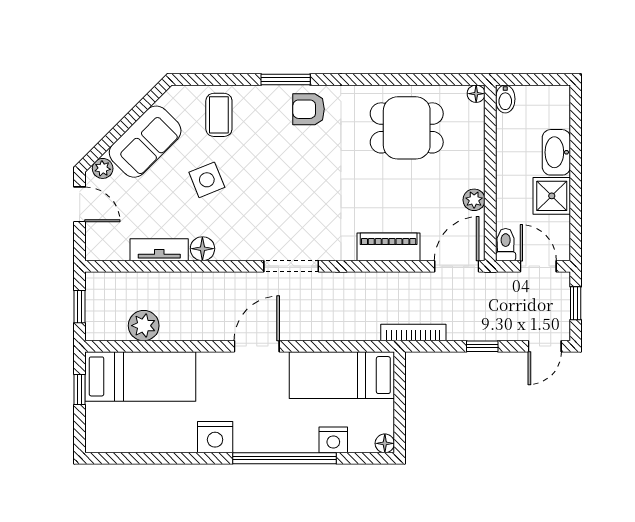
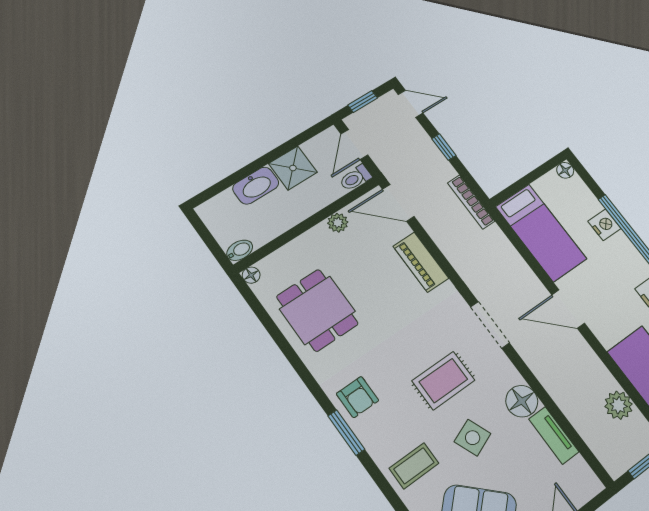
rug: (272, 191) -> (443, 381), added
floor lamp: (202, 249) -> (522, 401), width x1.38, depth x1.38
nightstand: (333, 440) -> (604, 225), moved

